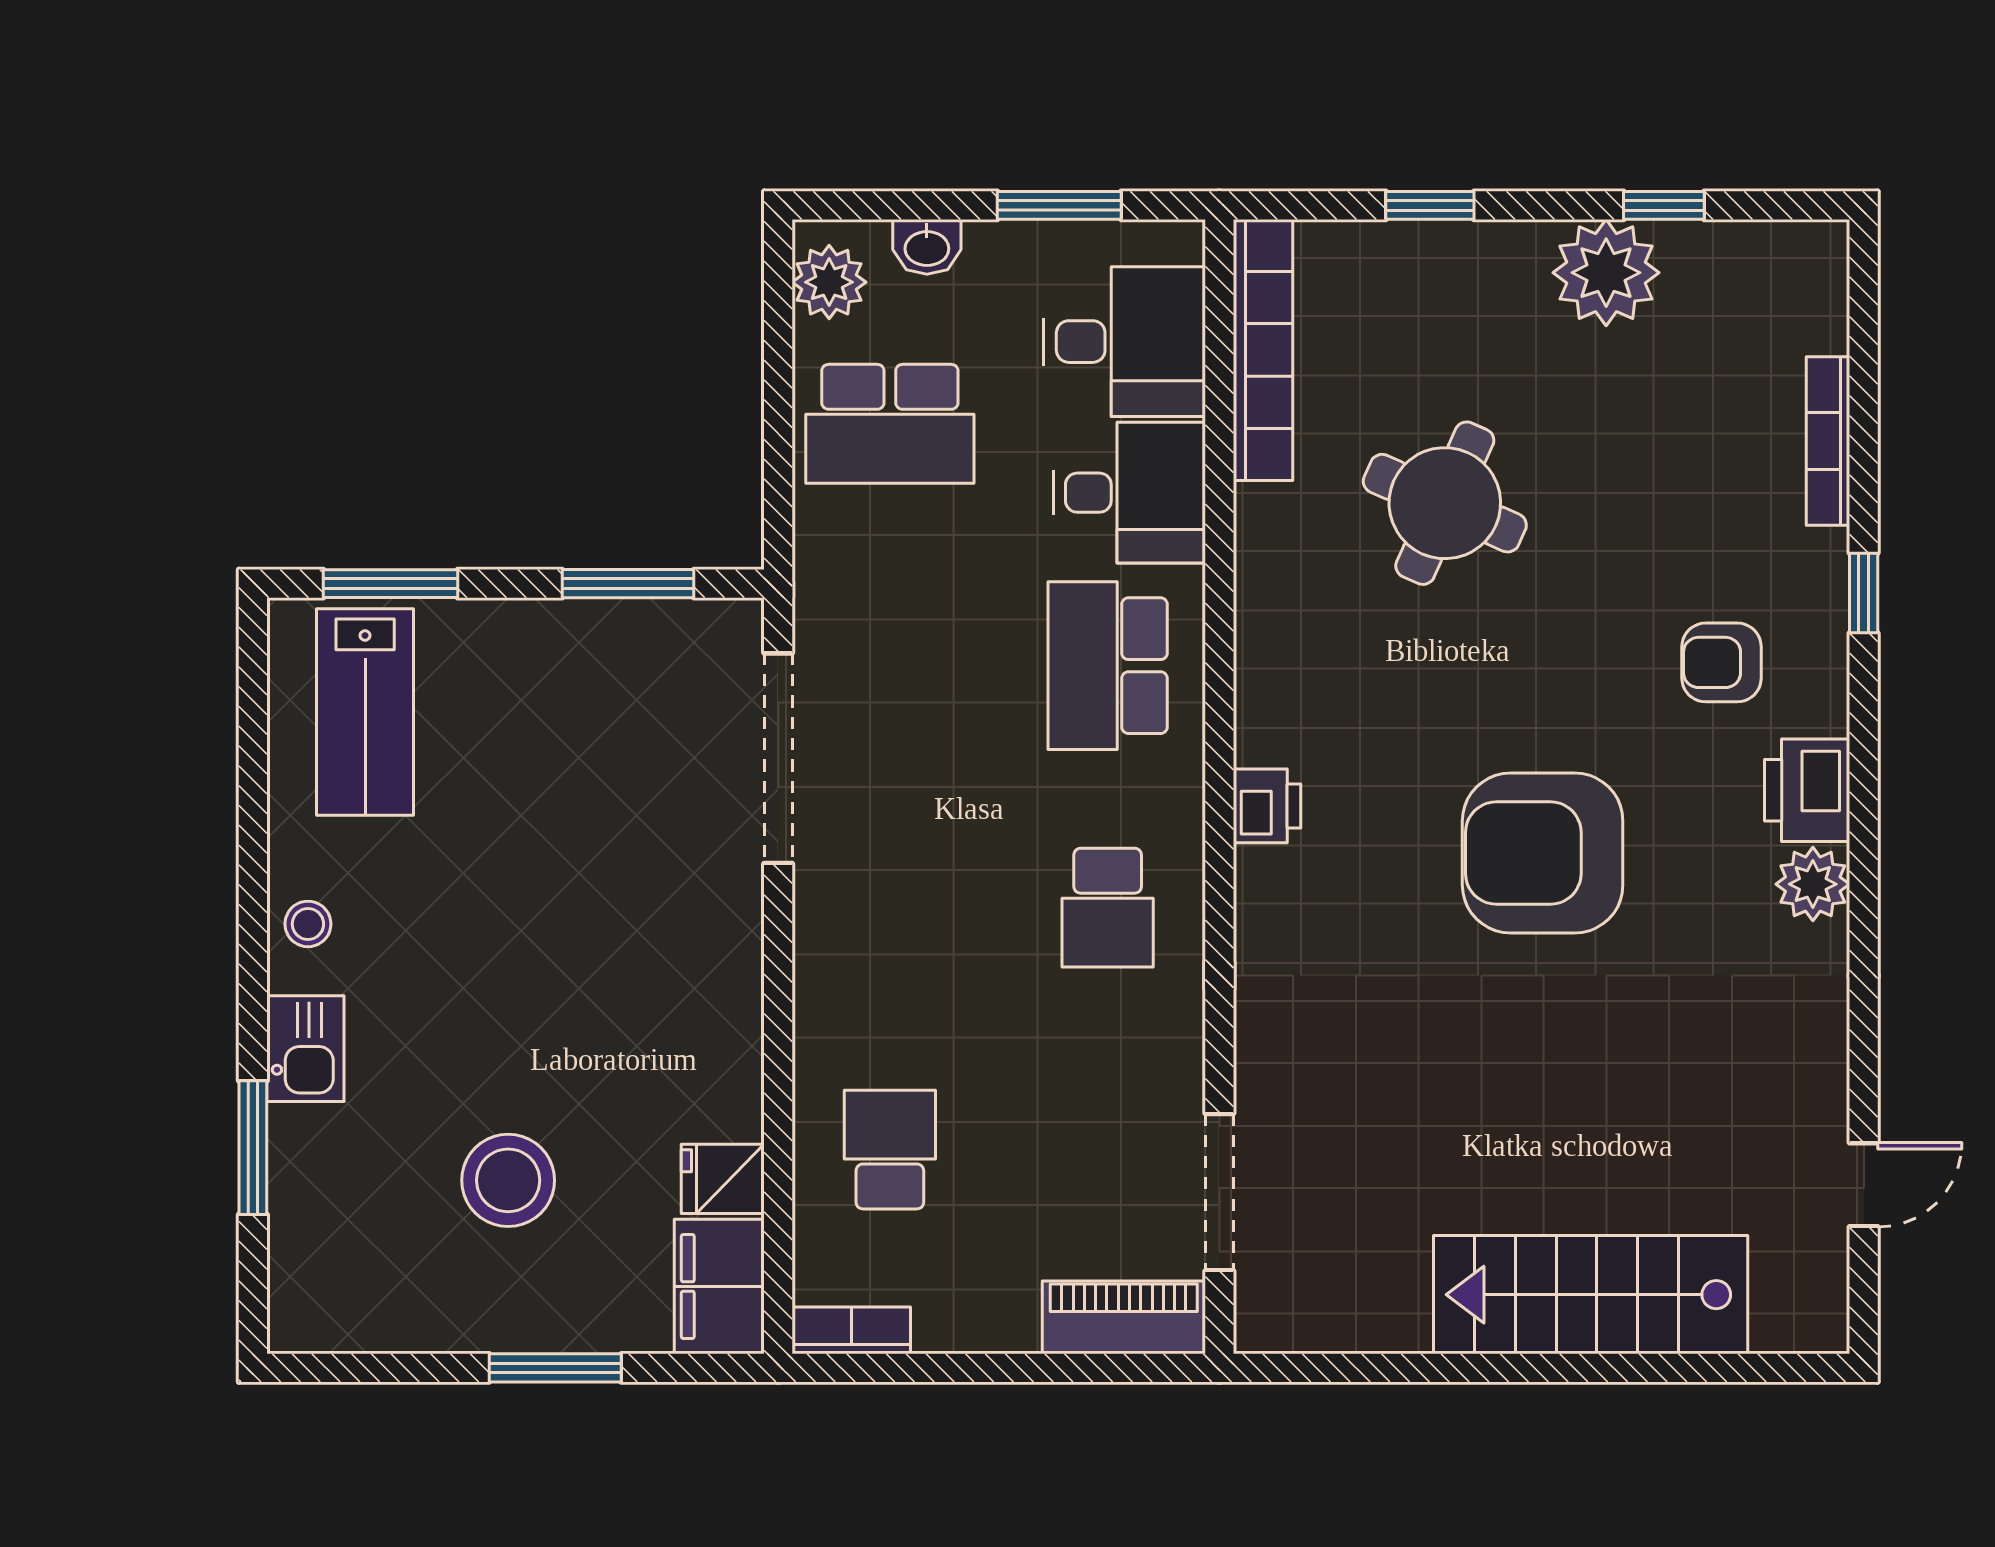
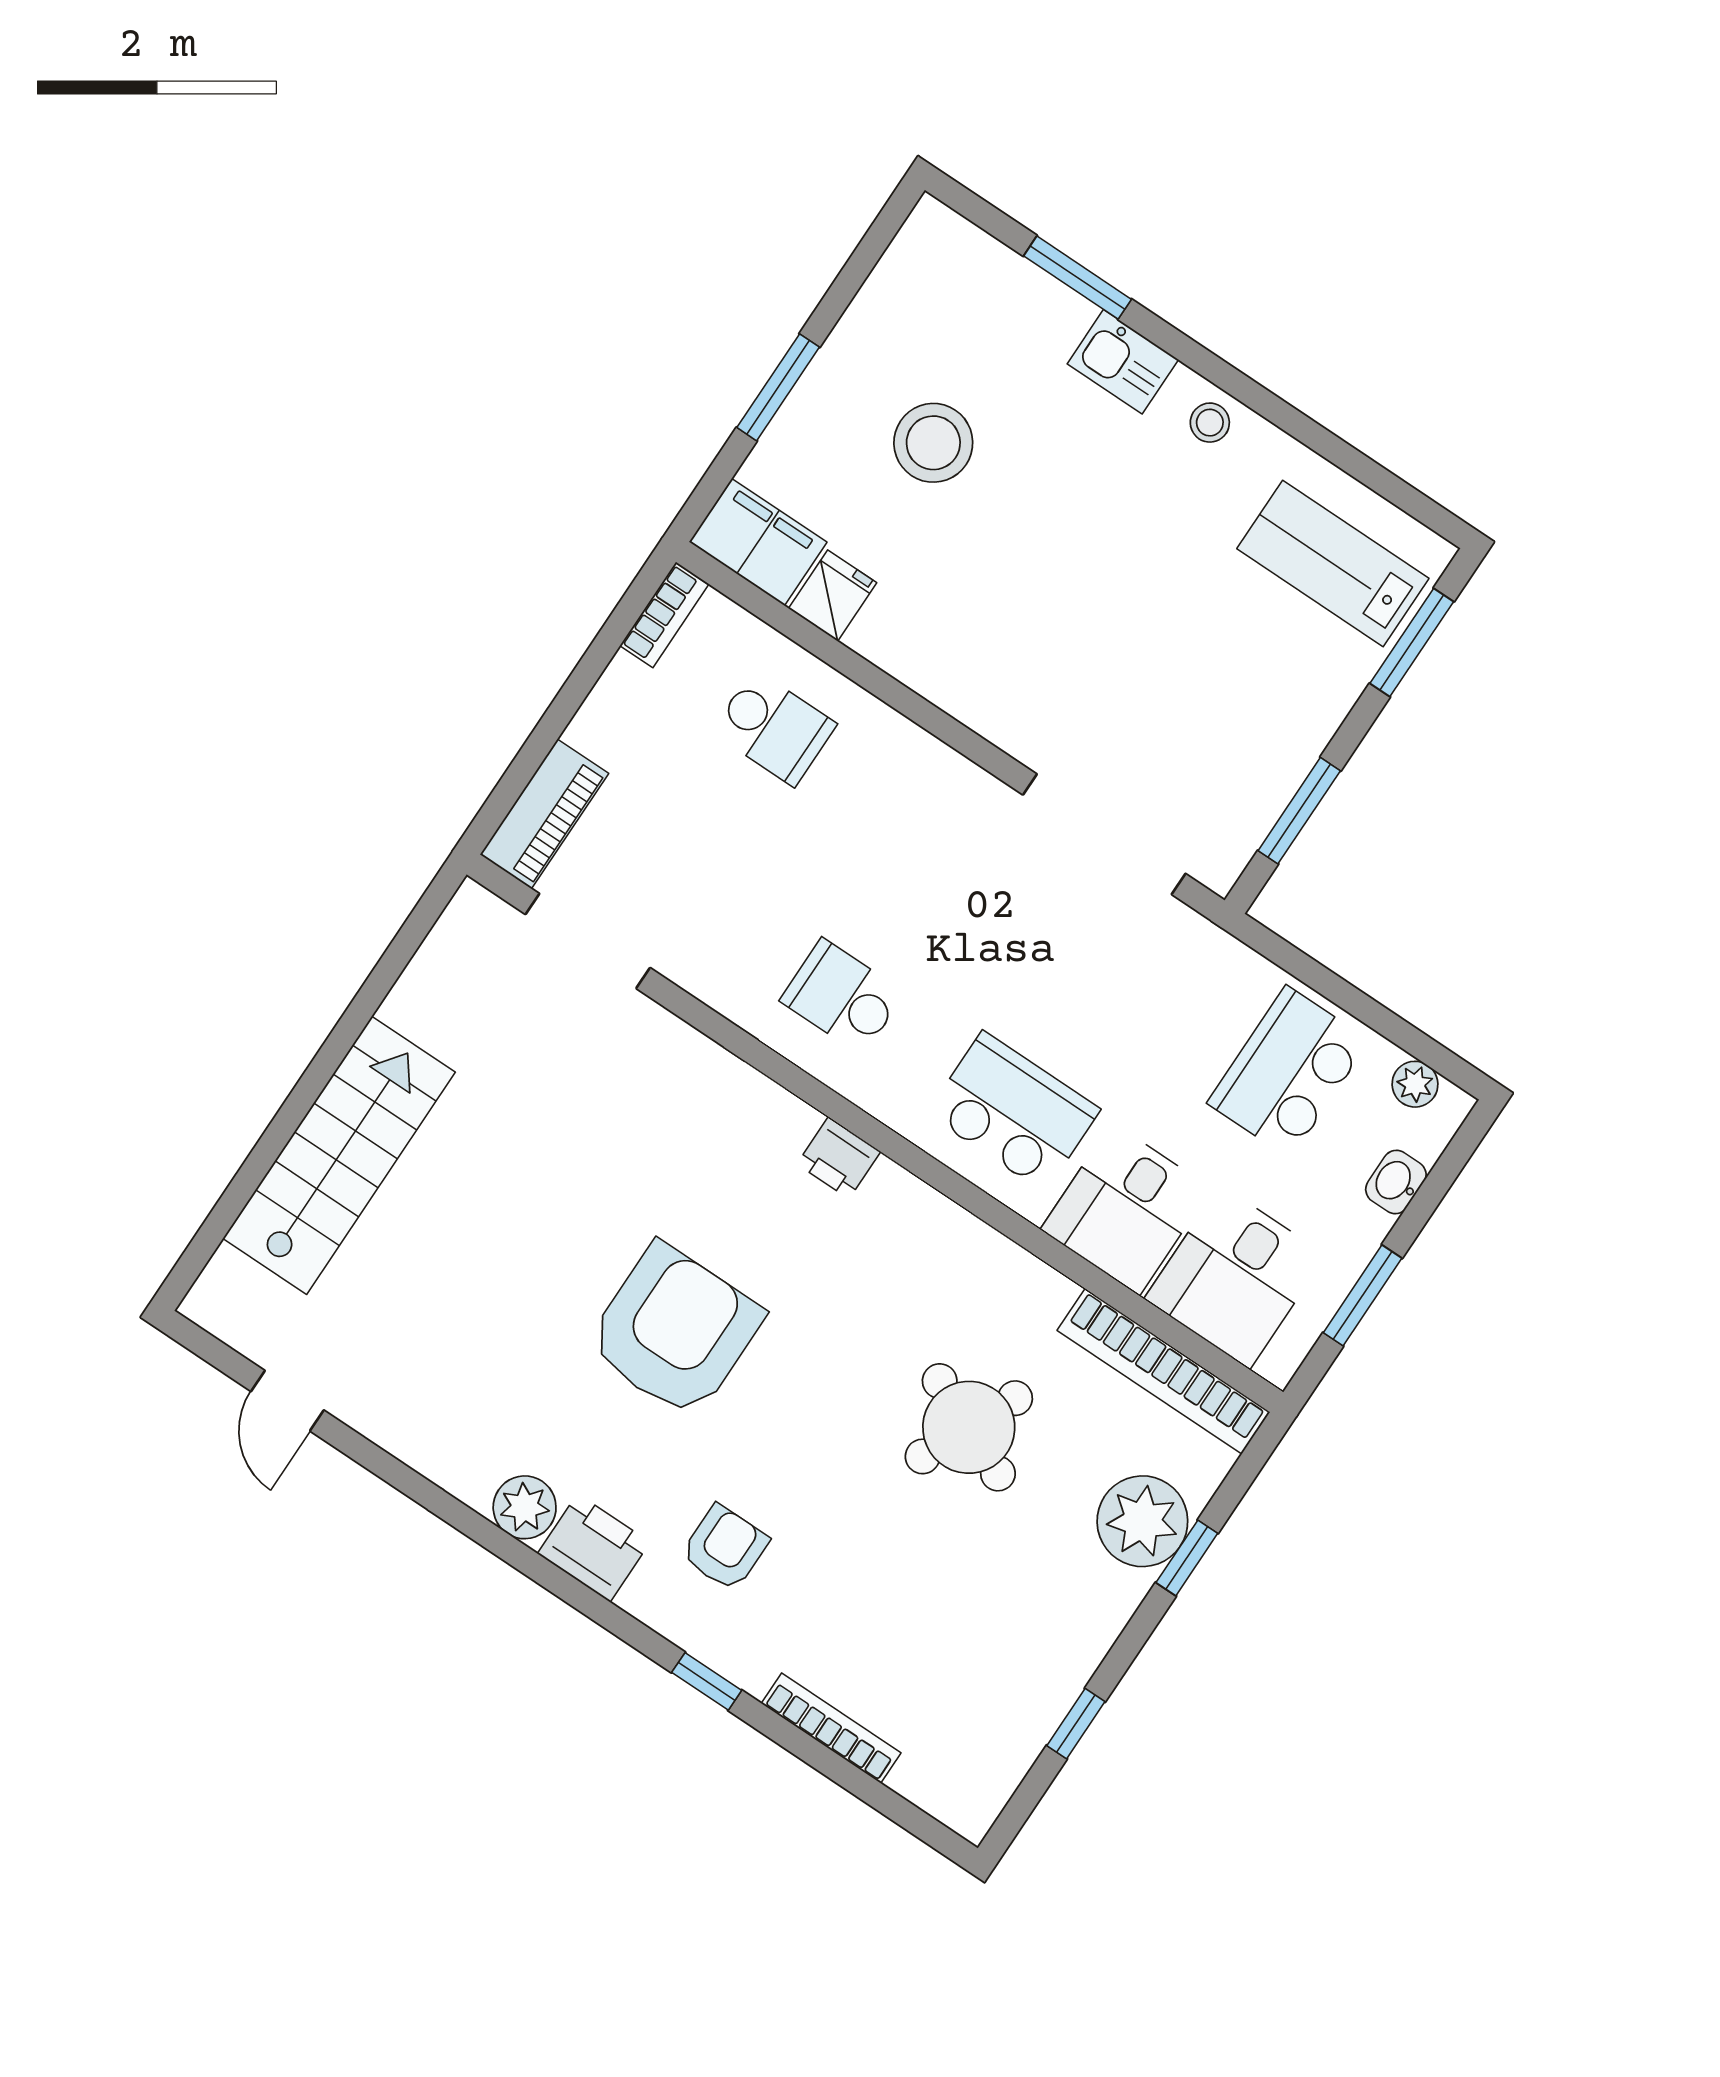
plant: (1606, 273) -> (1142, 1521), moved
plant: (829, 282) -> (1415, 1084), width x0.73, depth x0.73

